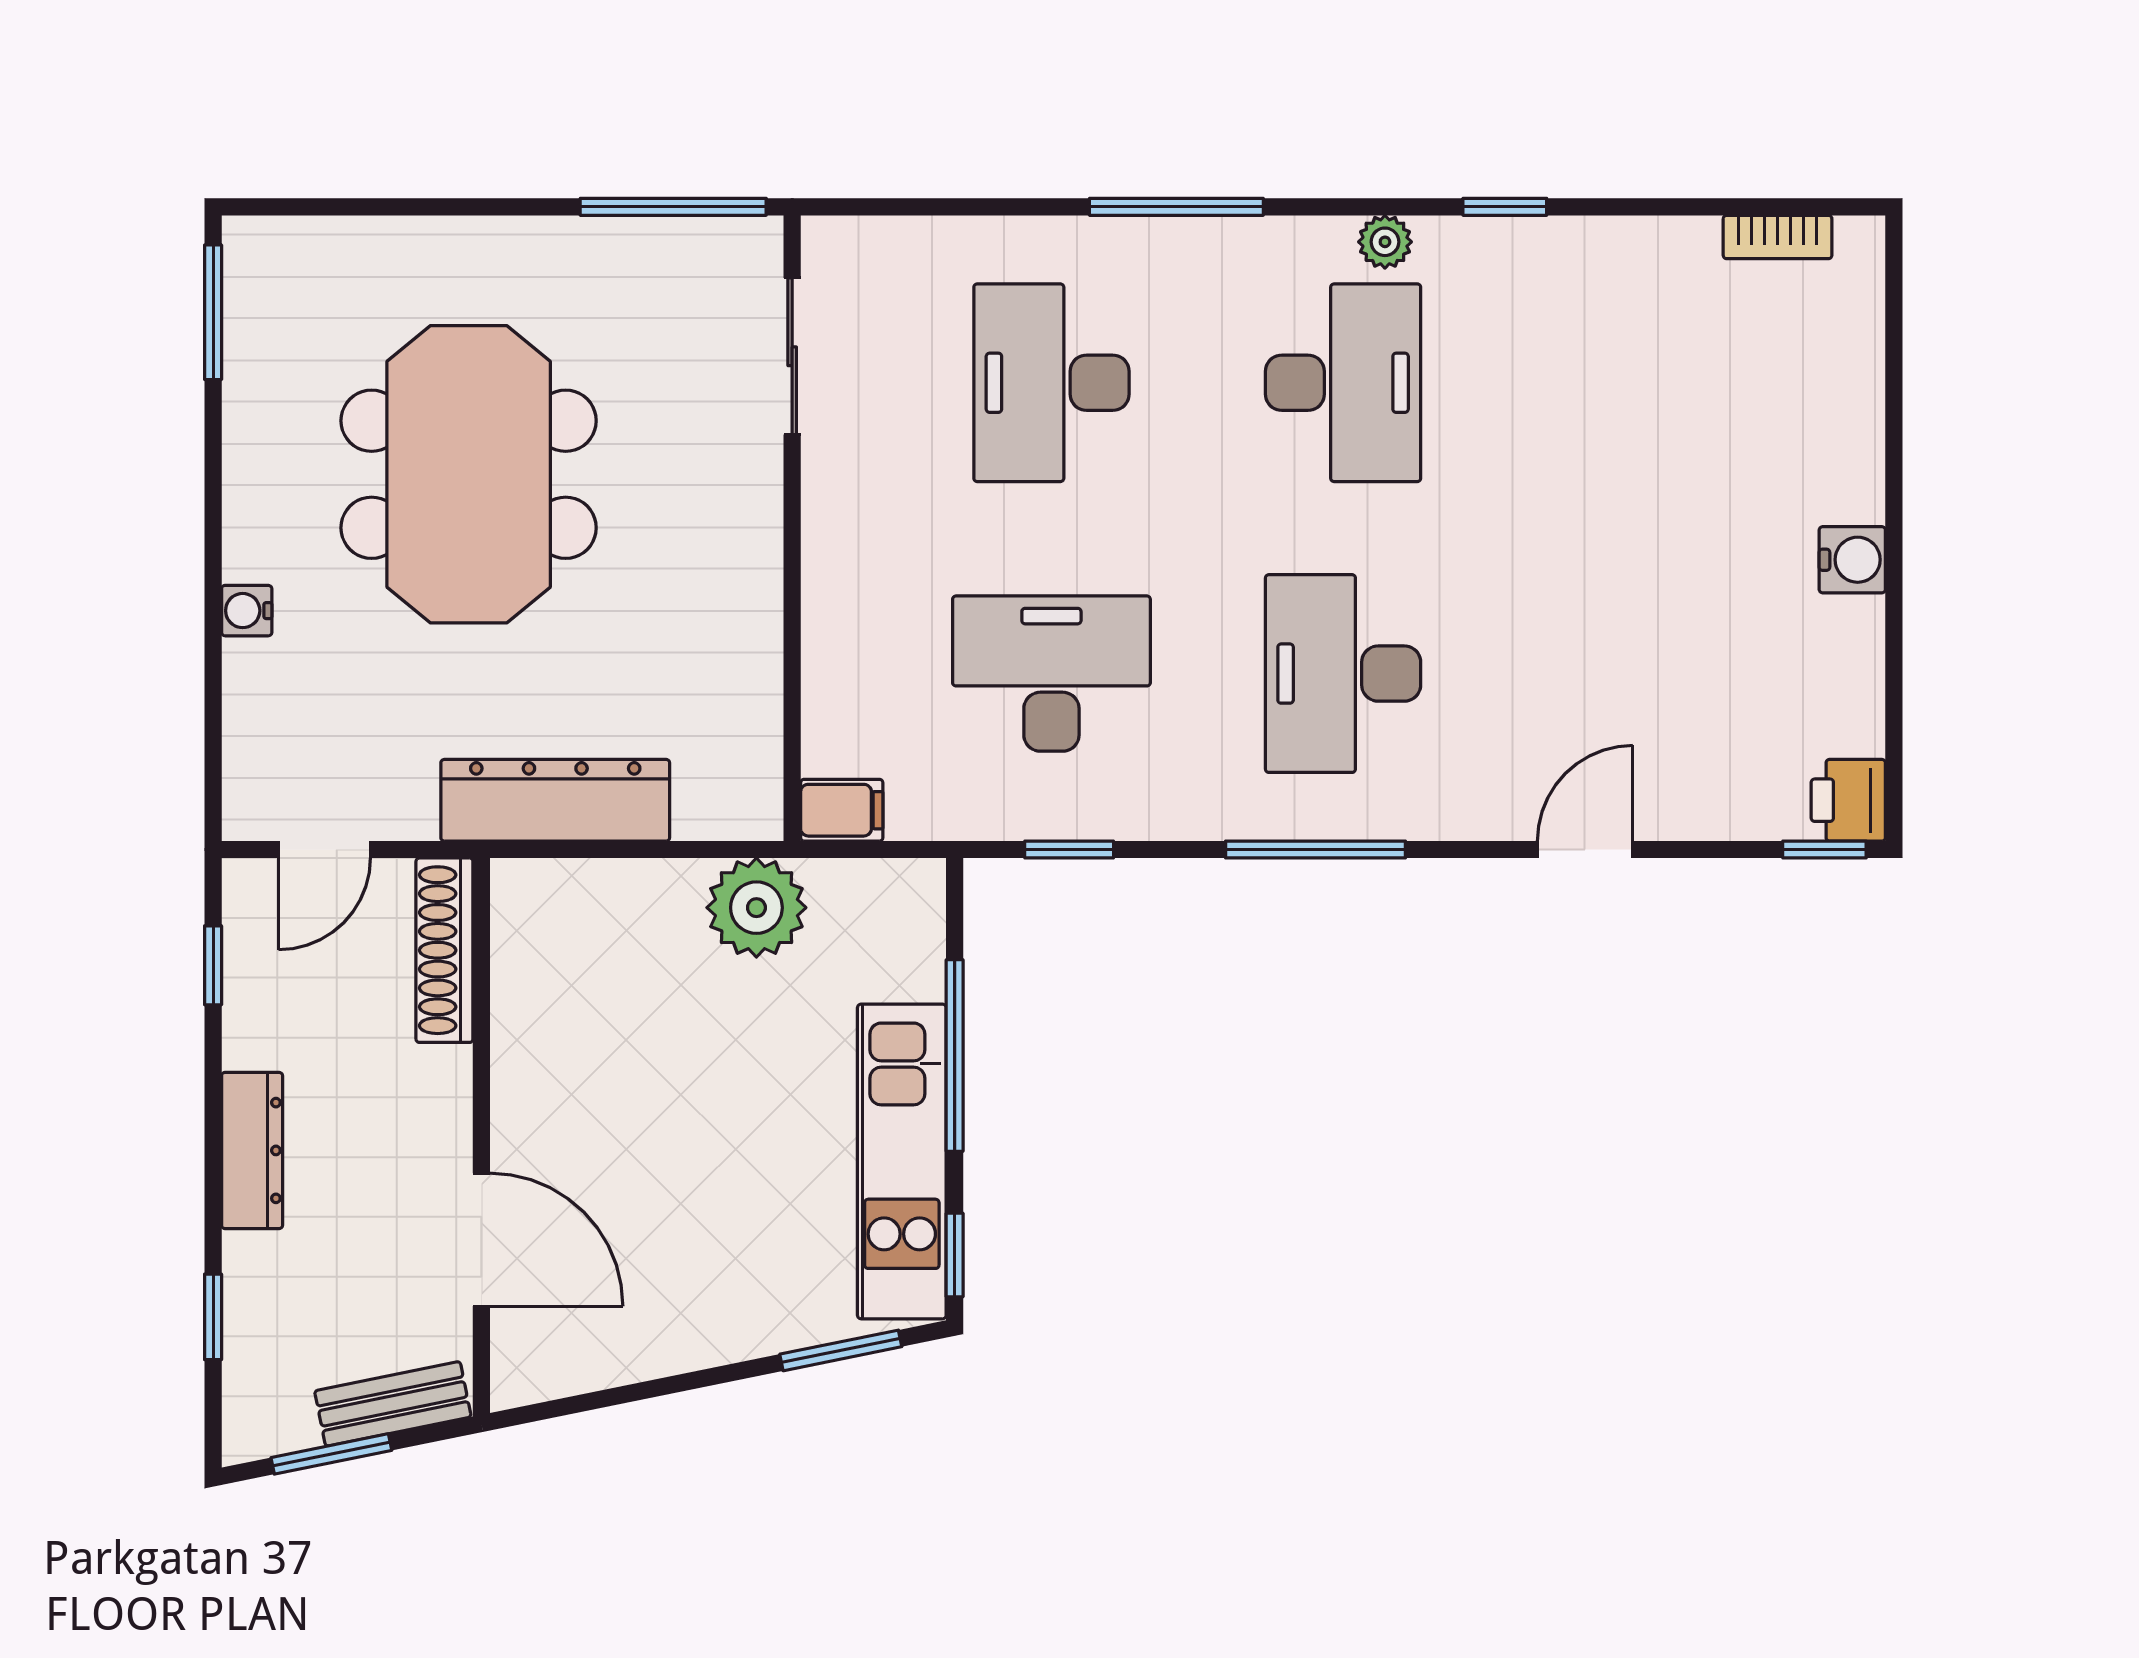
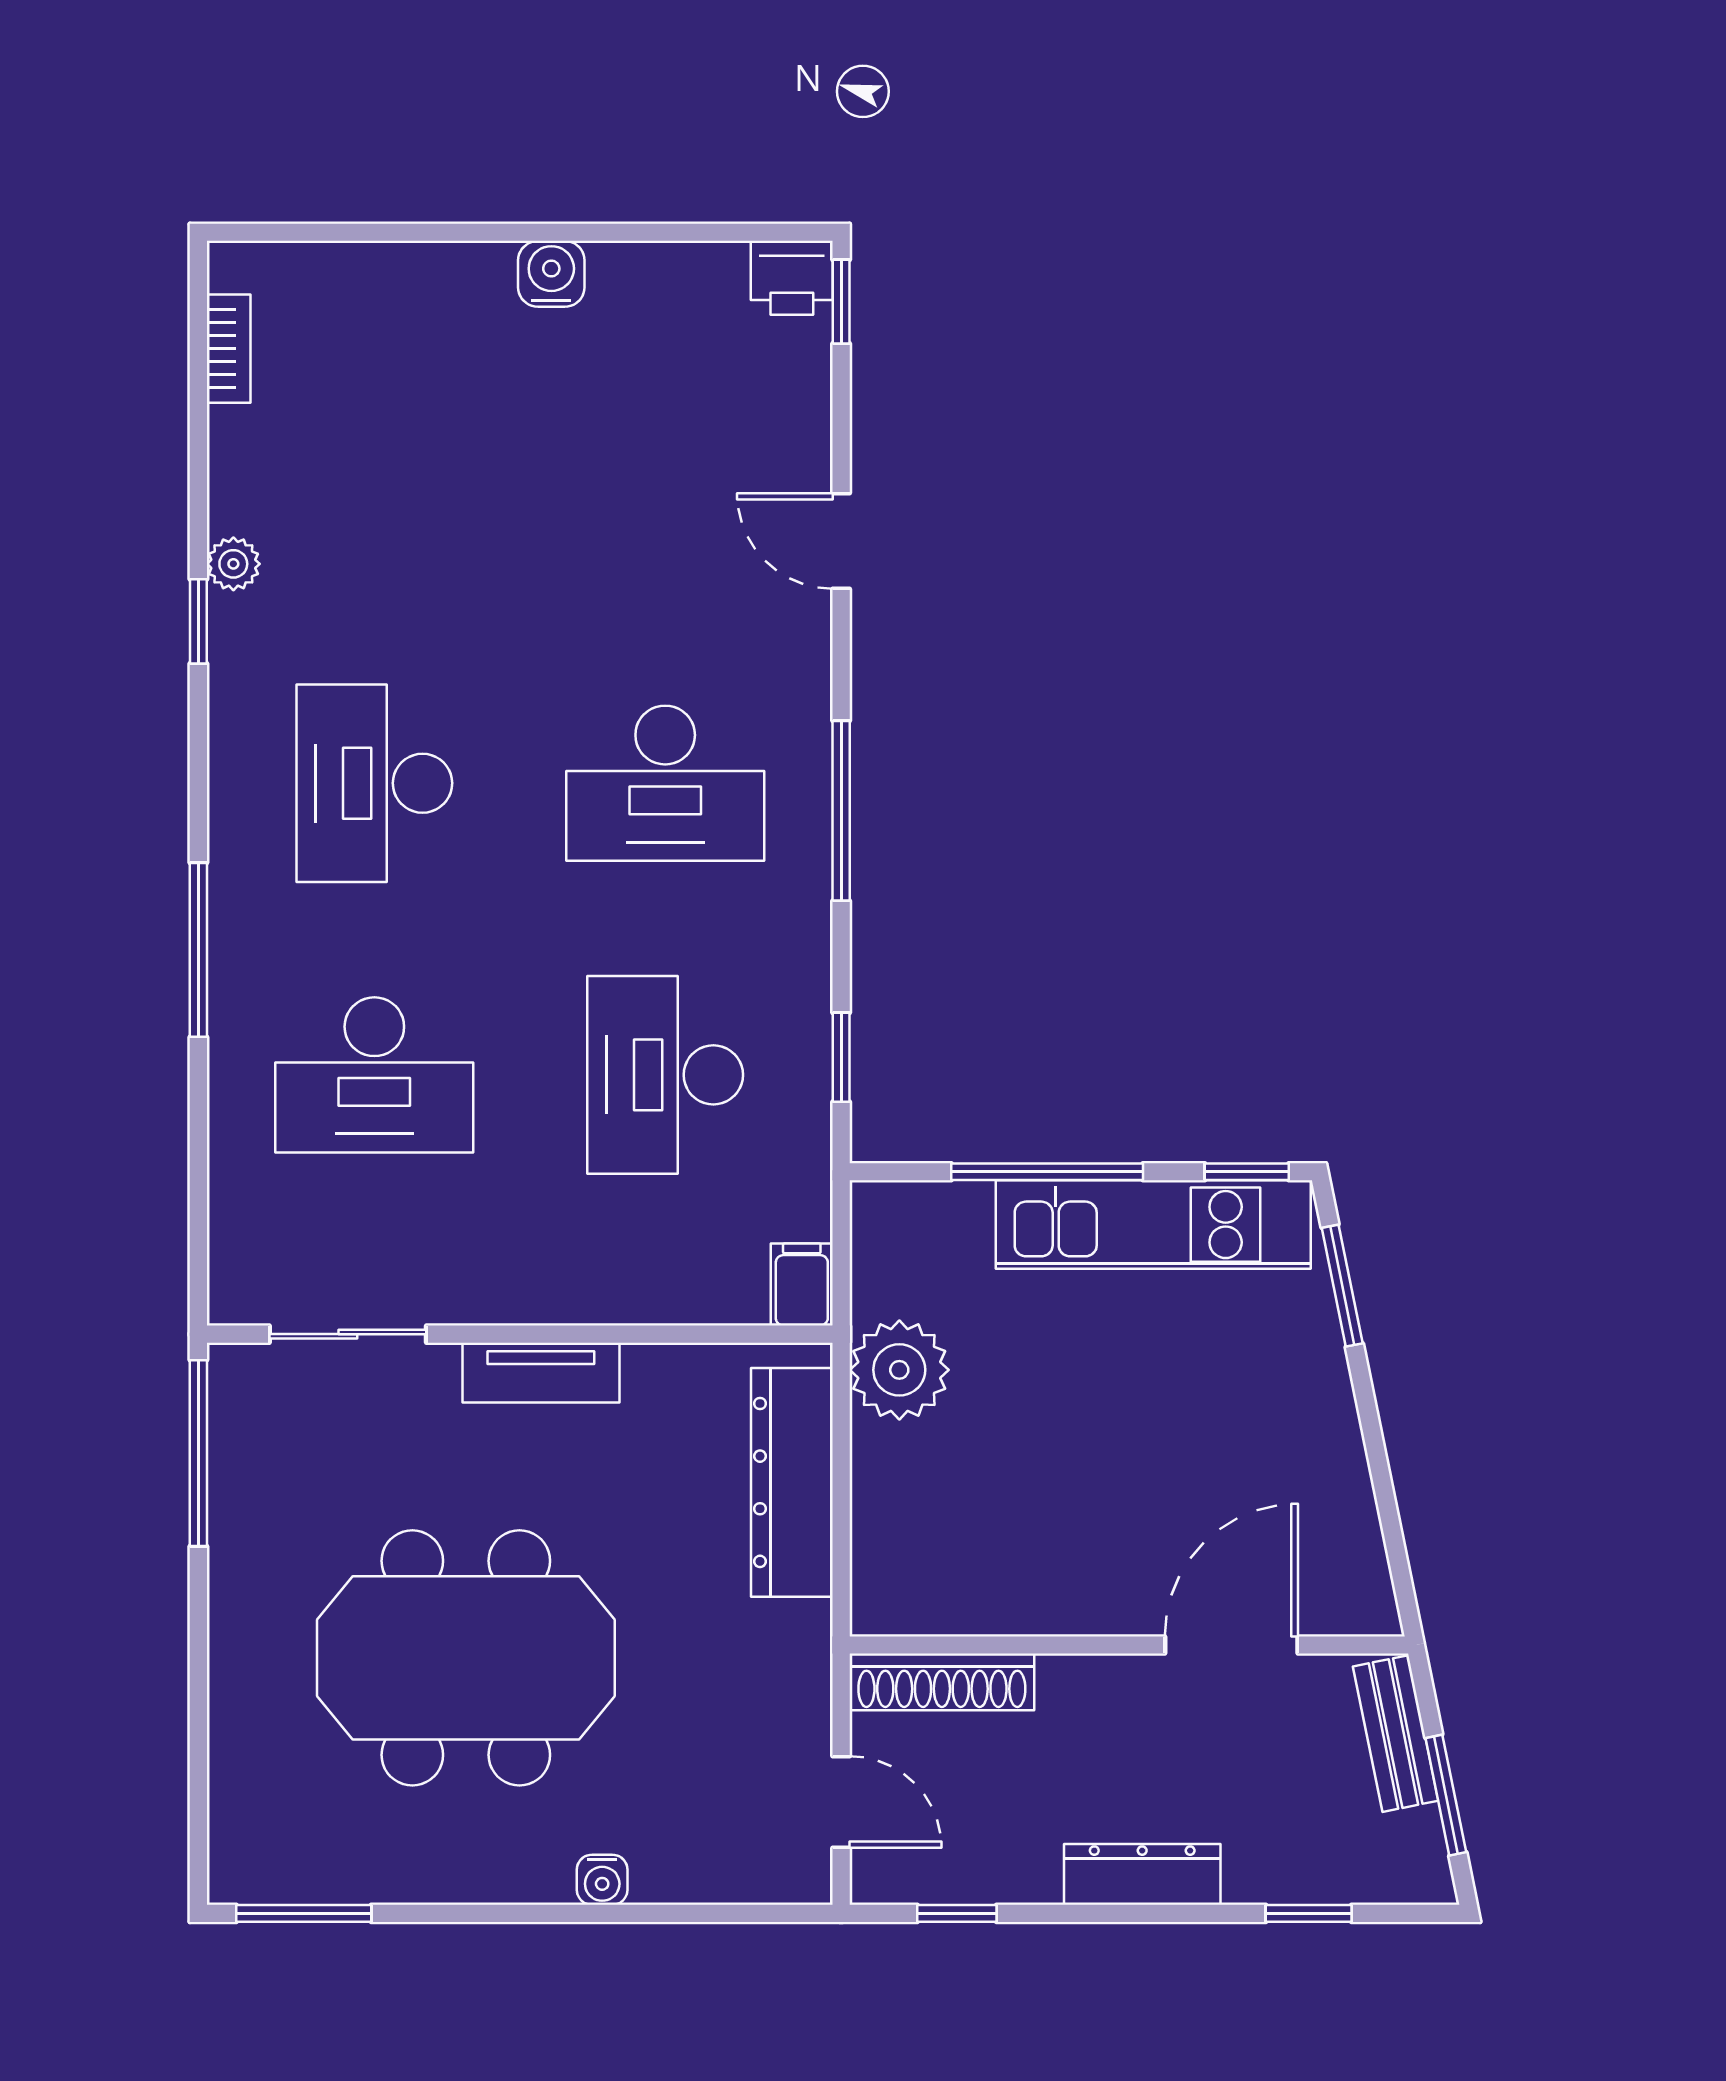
plant: (1385, 242) -> (233, 564), moved
desk: (1343, 383) -> (374, 783), turned -90
tv unit: (754, 549) -> (541, 1373), added
dresser: (555, 800) -> (792, 1482), moved

